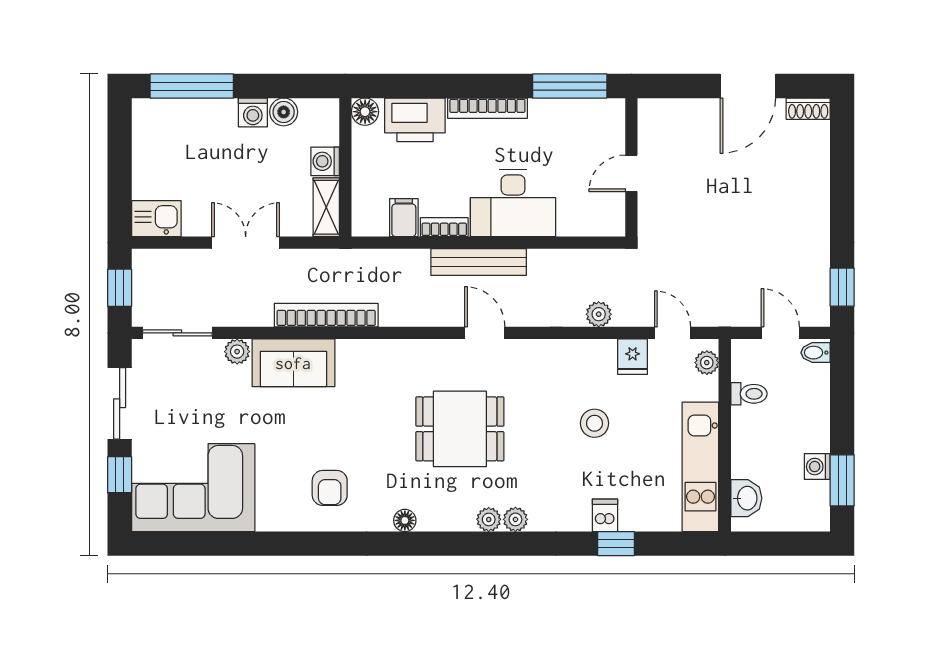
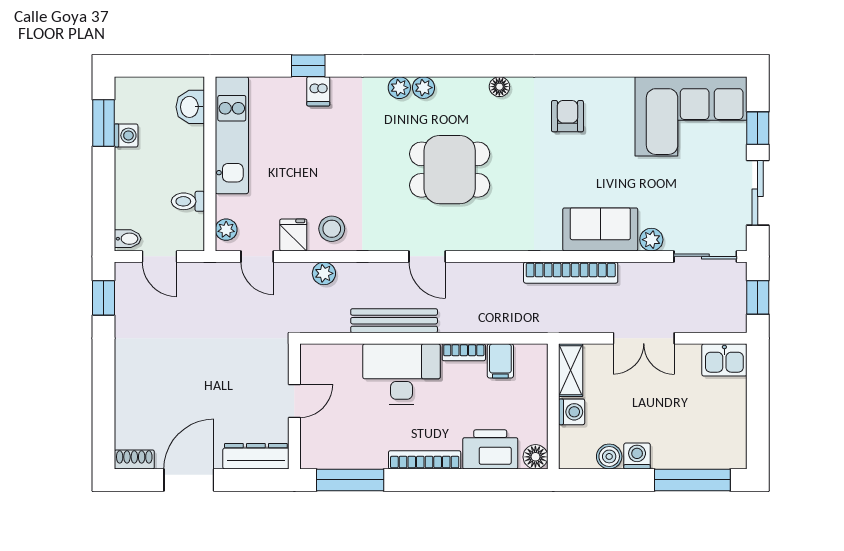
dresser: (674, 112) -> (256, 456), added
bench: (479, 262) -> (394, 321), moved
stool: (594, 423) -> (332, 229), moved

